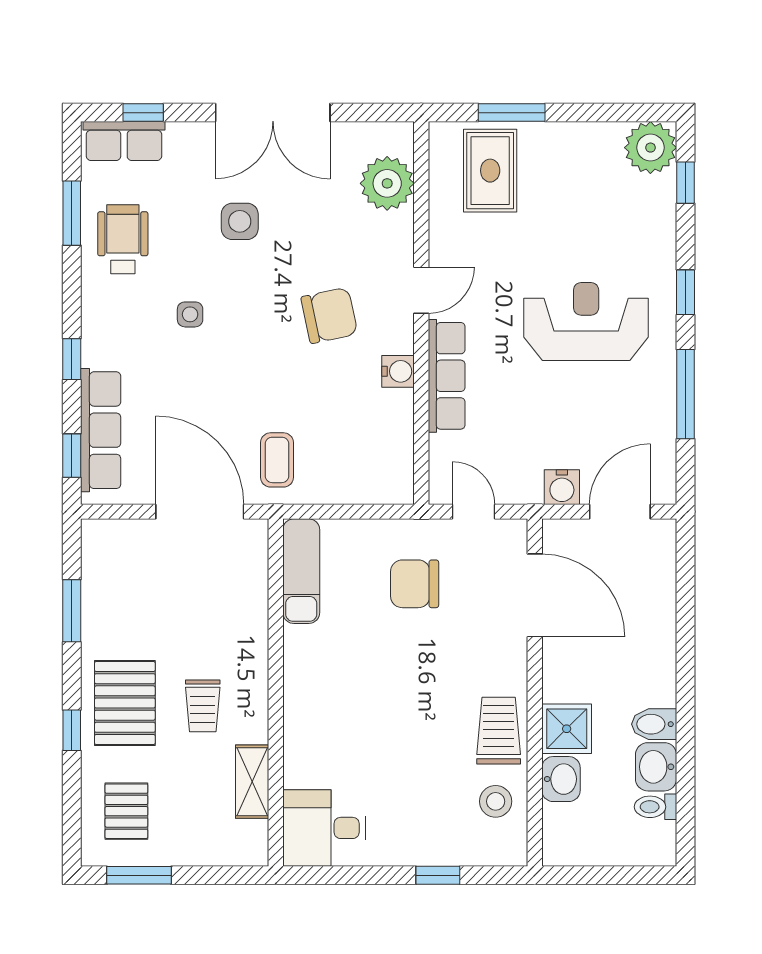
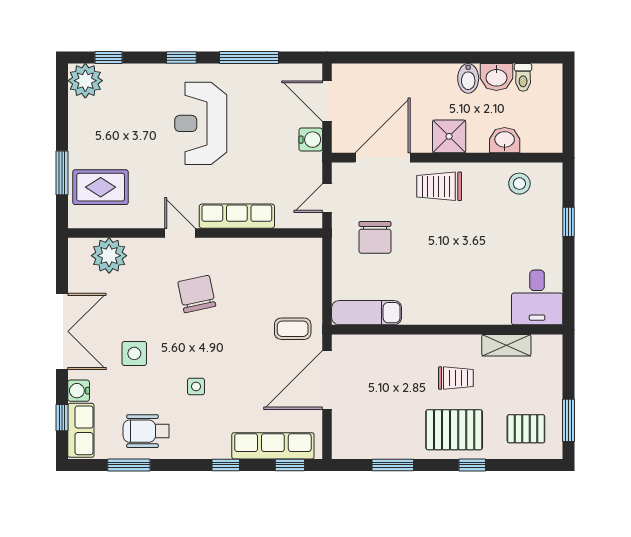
water cooler: (398, 371) -> (79, 391), moved, turned -90
shower: (567, 729) -> (449, 136), moved
trolley: (499, 731) -> (439, 186), moved

